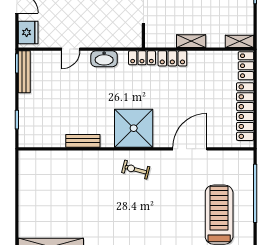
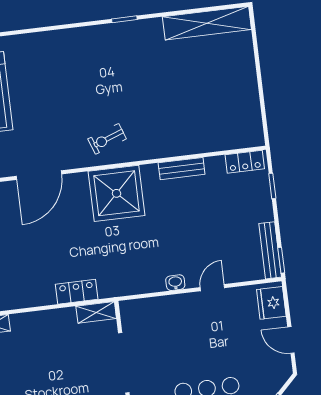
shelving: (191, 41) -> (96, 312), moved
locker: (142, 58) -> (245, 162), moved, turned 180
washbasin: (104, 59) -> (175, 283), width x0.52, depth x0.69
exercise bike: (136, 170) -> (107, 139), turned 145

